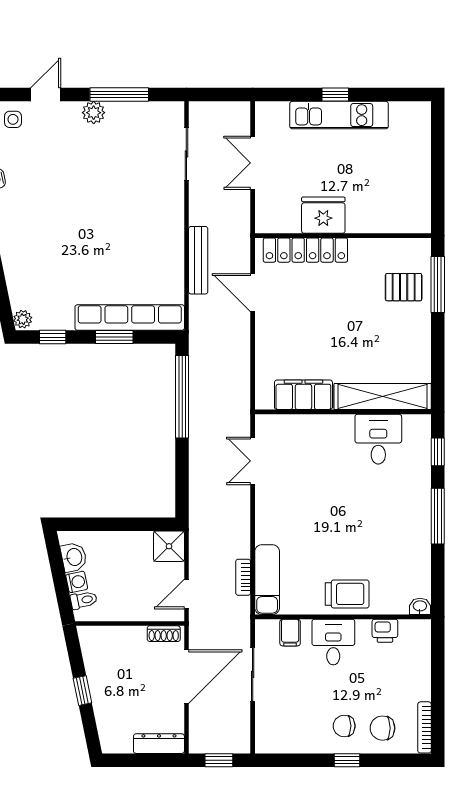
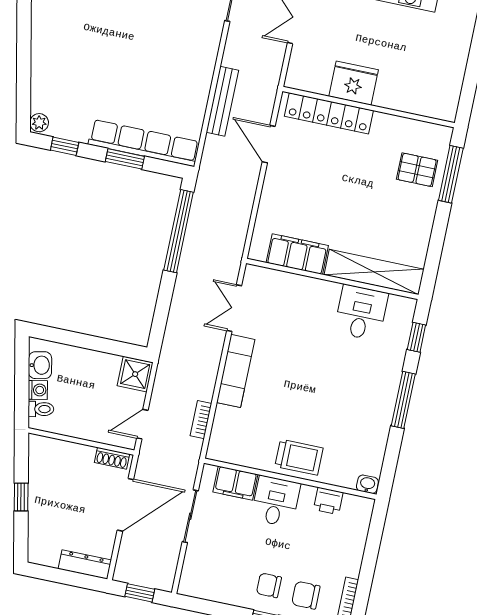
exam couch: (267, 580) -> (236, 371), moved
filing cabinet: (290, 633) -> (235, 483), width x2.00

